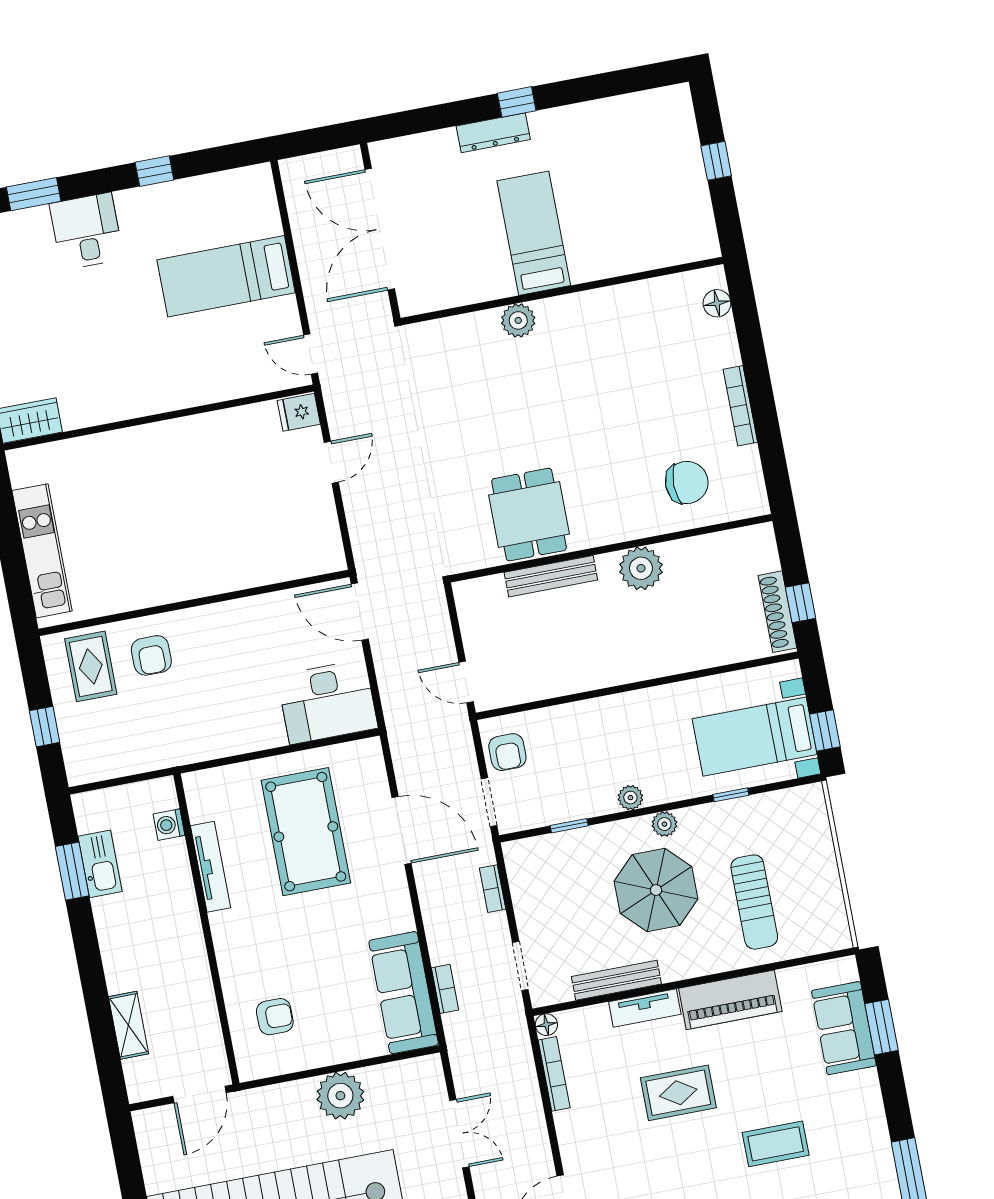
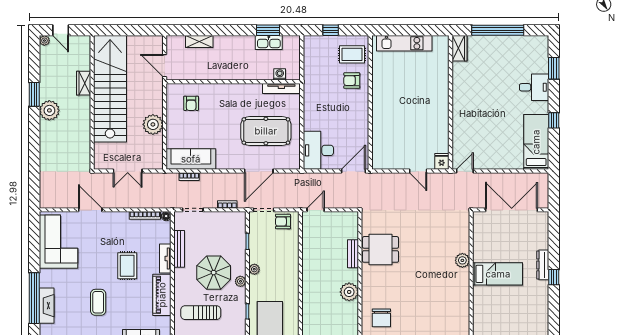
bed: (226, 276) -> (536, 142), moved
bench: (551, 576) -> (353, 254), width x0.73
tv unit: (211, 867) -> (281, 88), moved

